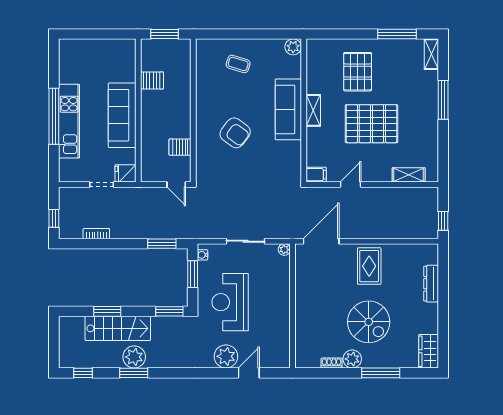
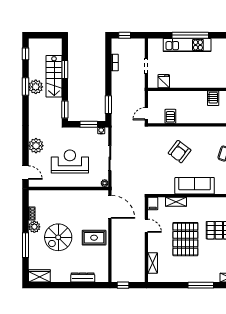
shelving: (313, 110) -> (176, 202), moved
sofa: (122, 115) -> (191, 79), removed
fridge: (125, 173) -> (164, 81), moved
reception desk: (230, 302) -> (70, 161), moved
door: (249, 373) -> (25, 173), moved

